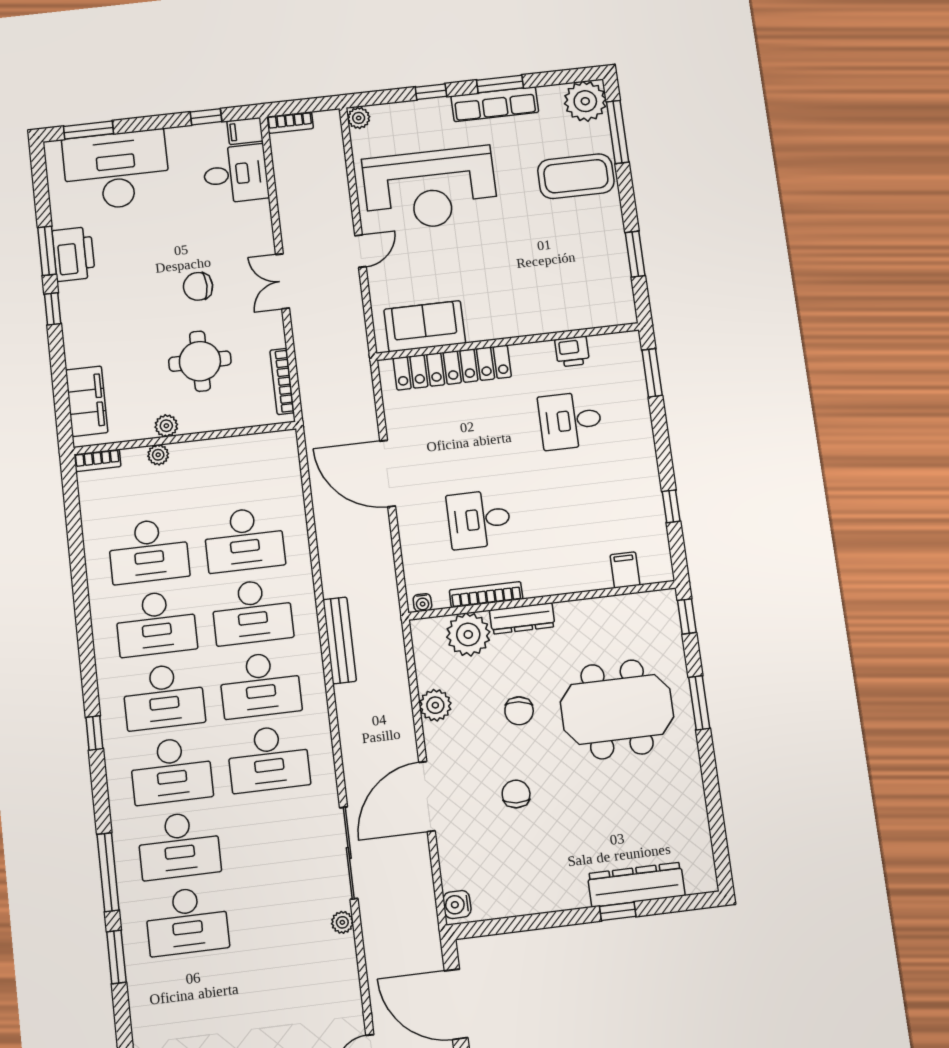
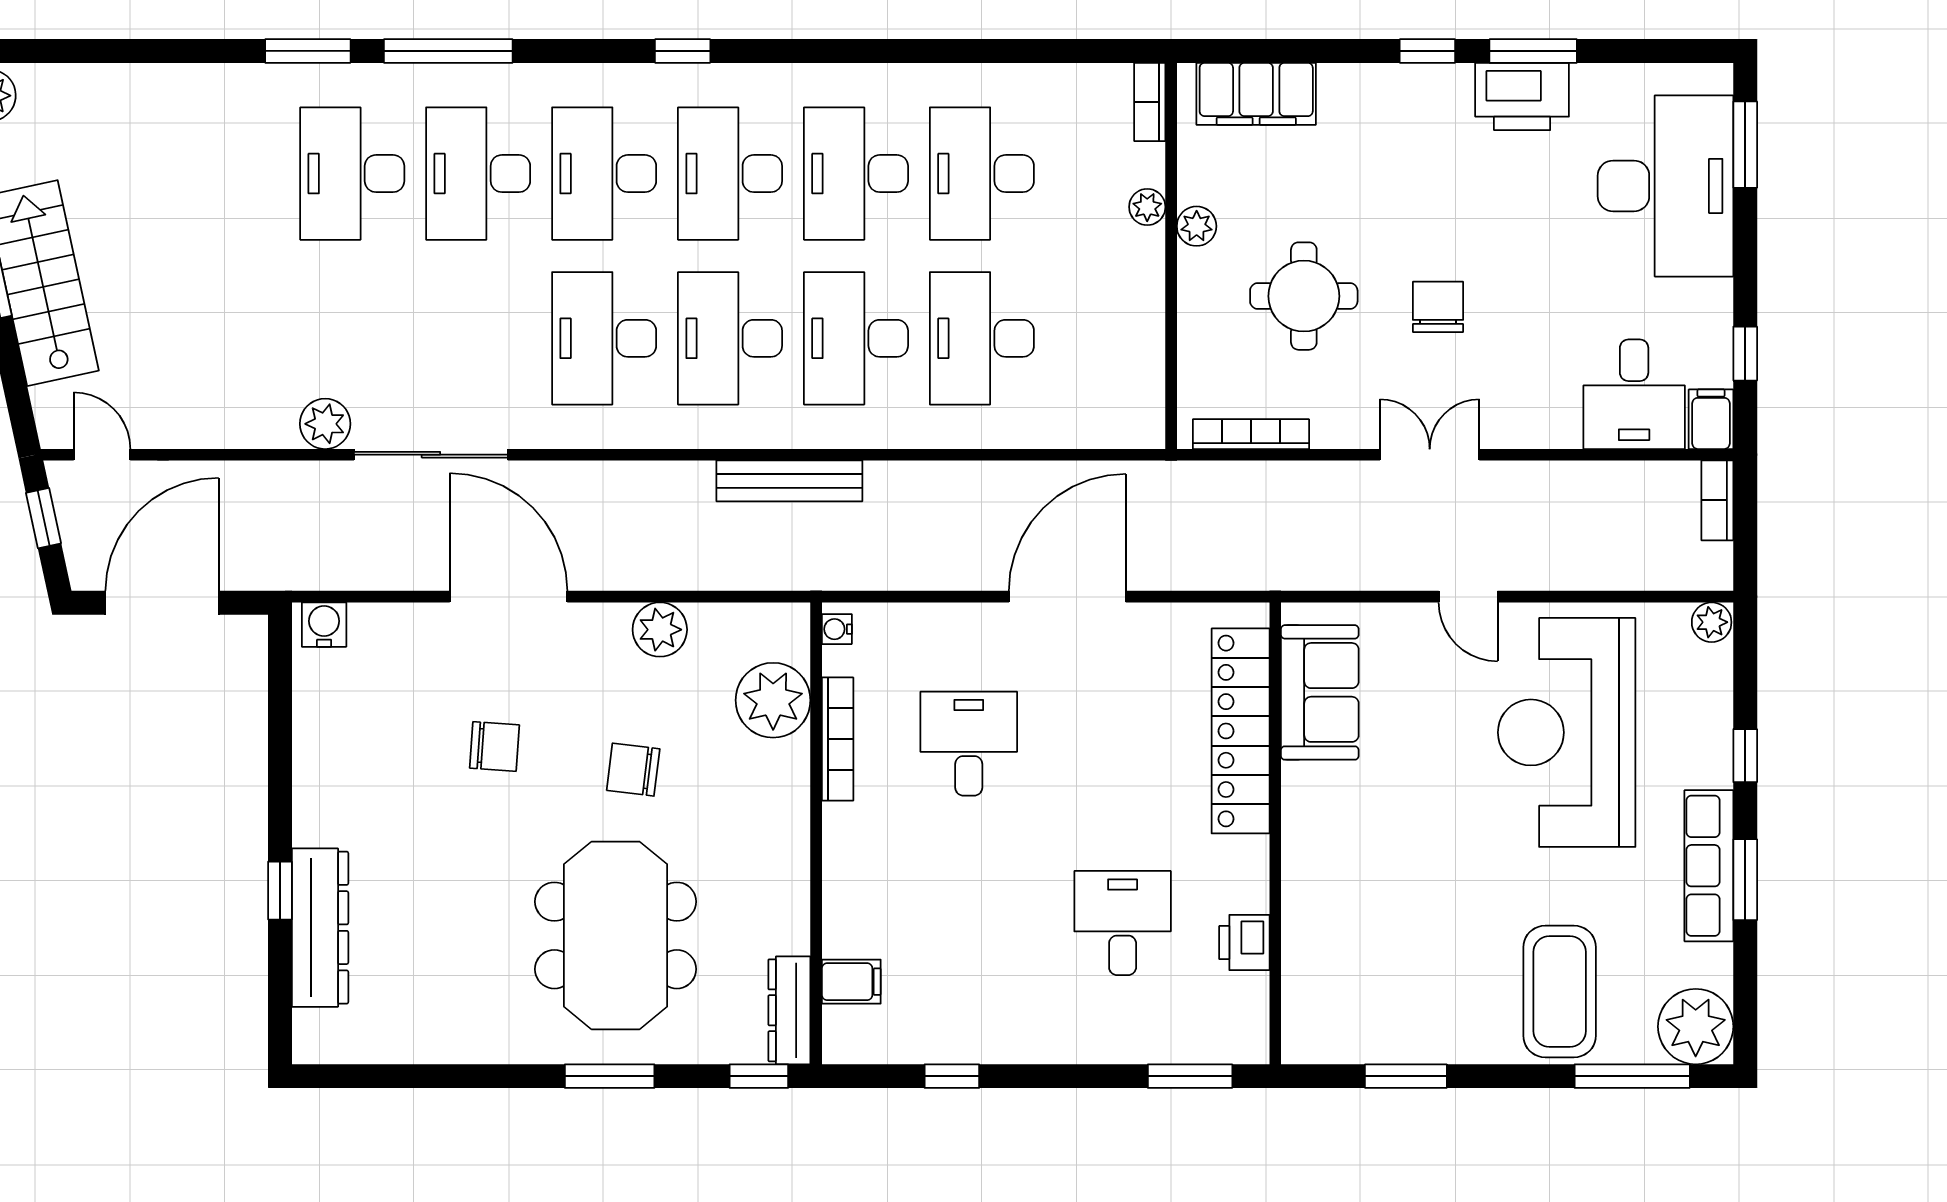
dresser: (522, 618) -> (789, 1010), moved
plant: (342, 922) -> (325, 424), width x1.38, depth x1.38

